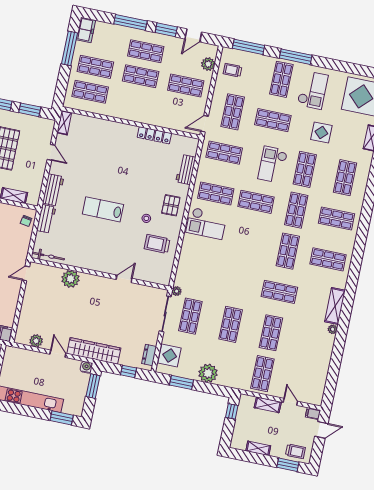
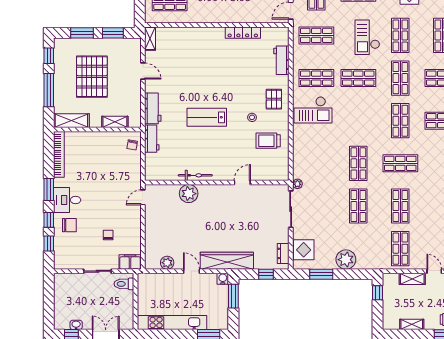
bicycle: (48, 256) -> (195, 175), moved
shop shelf: (190, 316) -> (358, 163), moved

